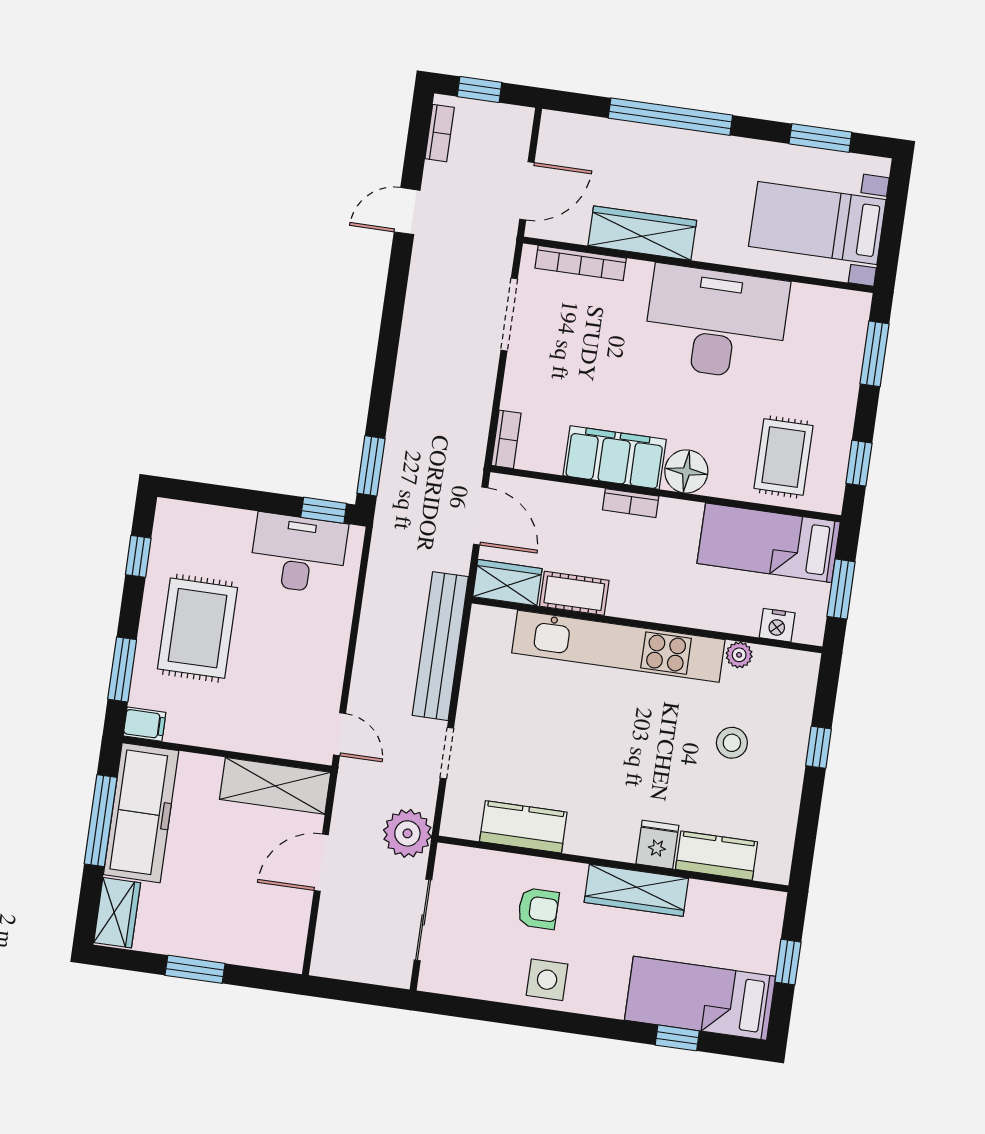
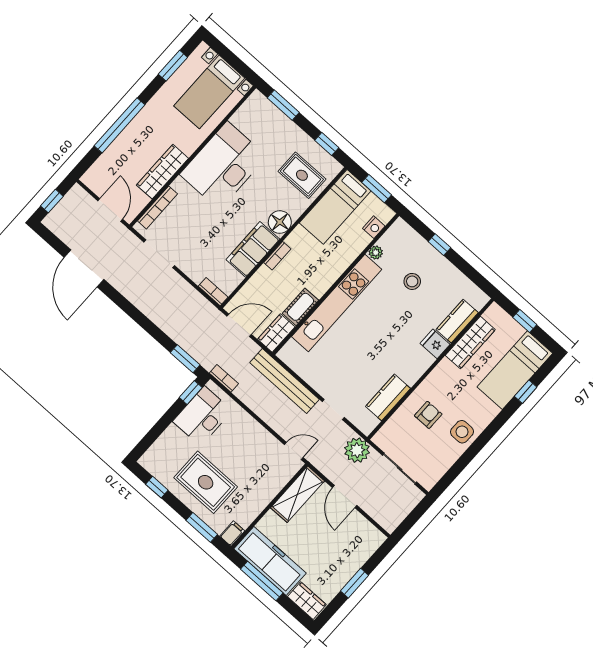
bookcase: (440, 133) -> (224, 378), moved
door: (407, 211) -> (84, 268), width x1.87
wardrobe: (636, 890) -> (470, 342), moved

